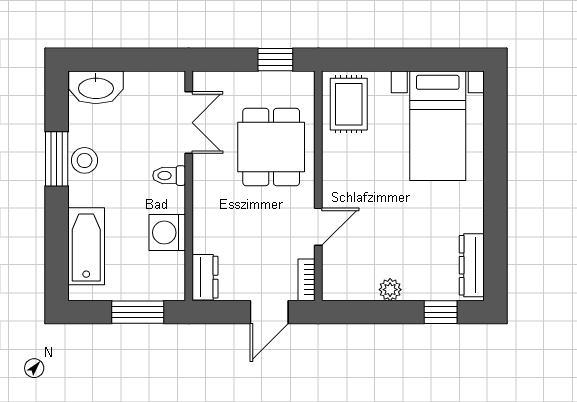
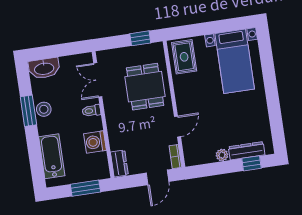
double door: (189, 123) -> (98, 80), swing flipped
dresser: (472, 265) -> (247, 151), moved, turned 90

